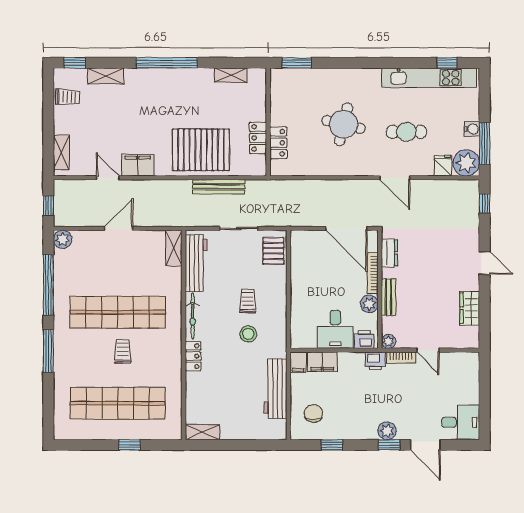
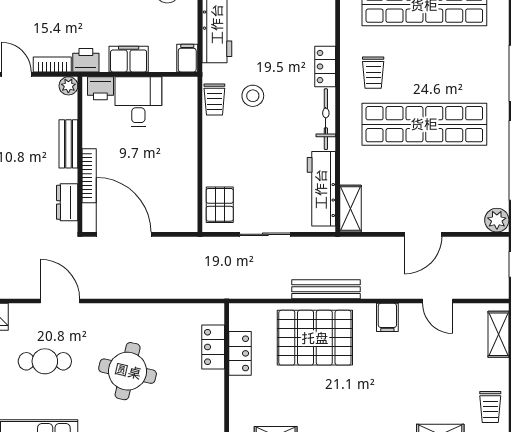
trolley: (68, 97) -> (490, 407), turned -92
filing cabinet: (138, 165) -> (387, 317), width x0.50
bench: (219, 187) -> (326, 289), moved
trolley: (248, 301) -> (214, 99), moved
plant: (369, 304) -> (94, 135), removed
trolley: (123, 351) -> (373, 73), moved
filing cabinet: (322, 362) -> (129, 59), moved

